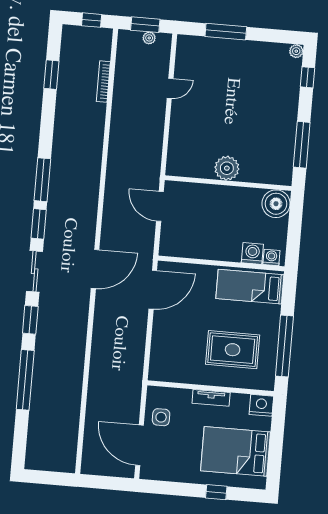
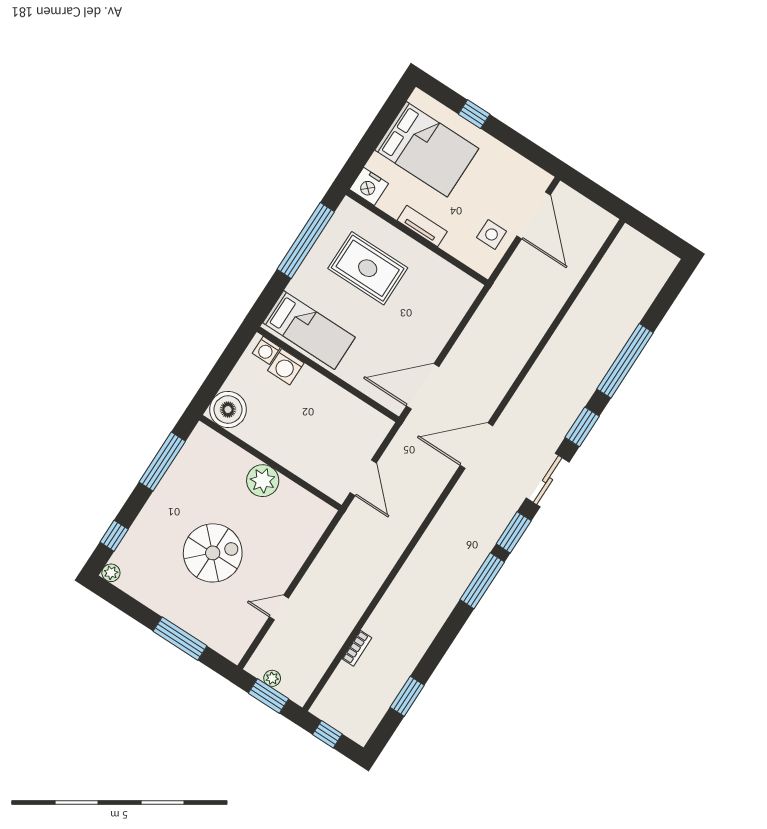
bookcase: (103, 82) -> (357, 648), width x0.64
spiral stairs: (235, 101) -> (213, 553), added

